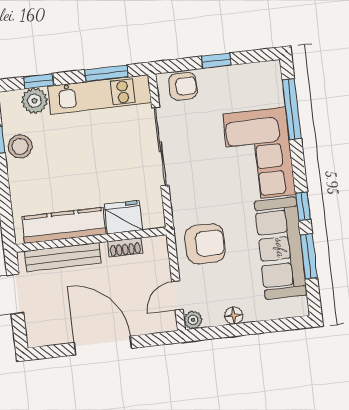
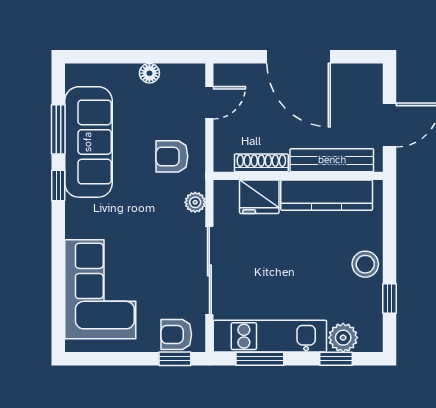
window: (216, 61) -> (175, 359), moved
window: (292, 109) -> (58, 295), removed
stool: (20, 146) -> (365, 264), moved
corner sofa: (259, 154) -> (100, 289), moved
armchair: (205, 244) -> (172, 156), width x0.72, depth x0.72
shoe rack: (125, 247) -> (261, 163), width x1.43
plant: (193, 320) -> (195, 202), moved

